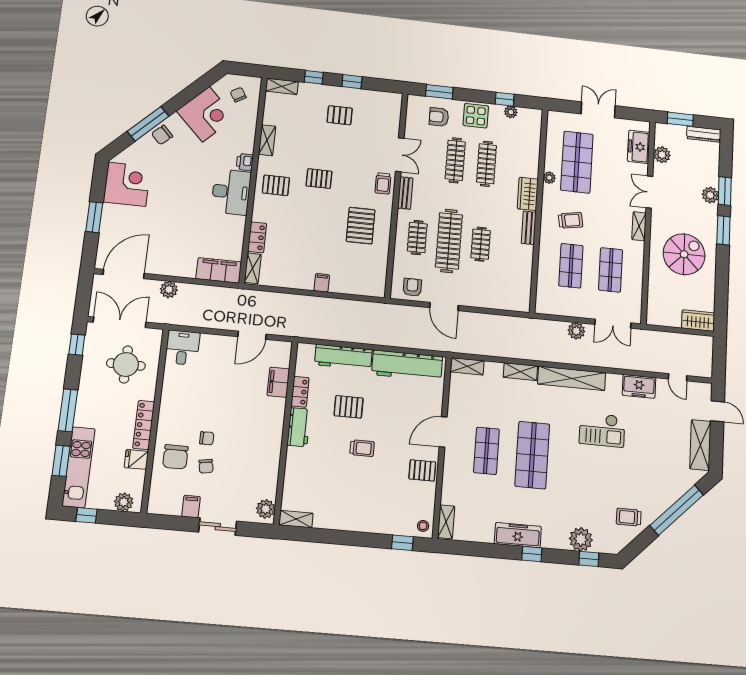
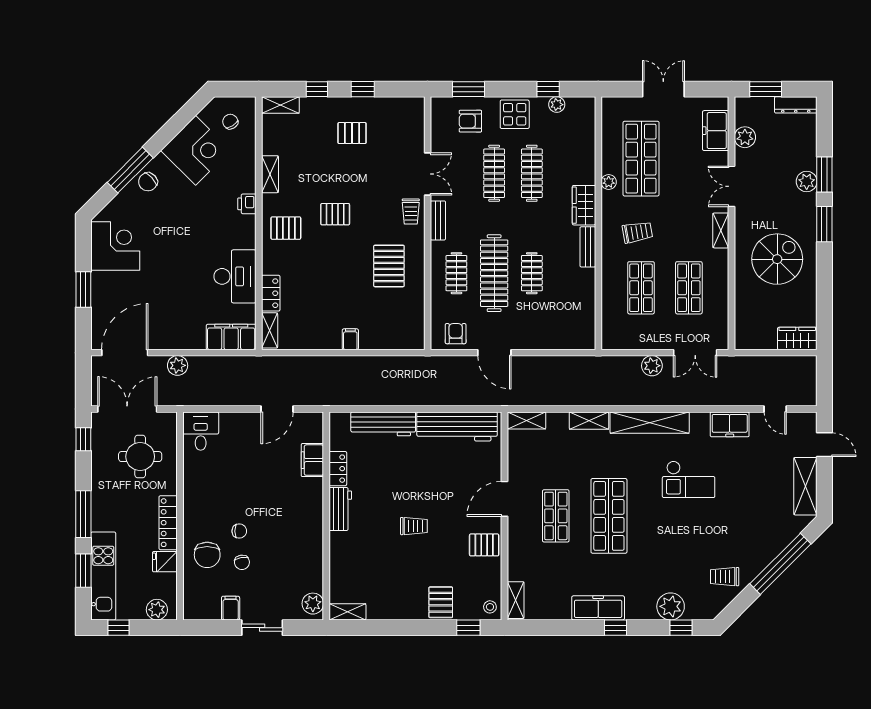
desk: (231, 192) -> (235, 276), moved
pallet: (349, 407) -> (441, 602), moved, turned 90

